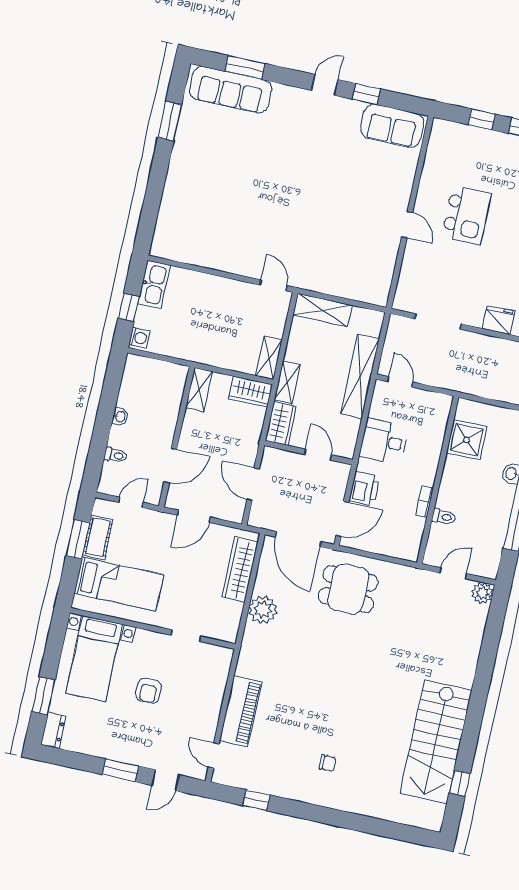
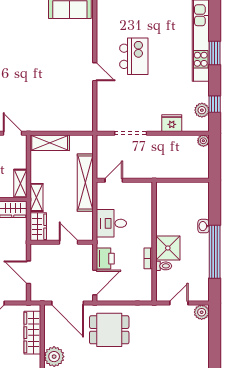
door: (400, 382) -> (114, 180), hinge flipped
shower: (467, 440) -> (168, 248), moved

